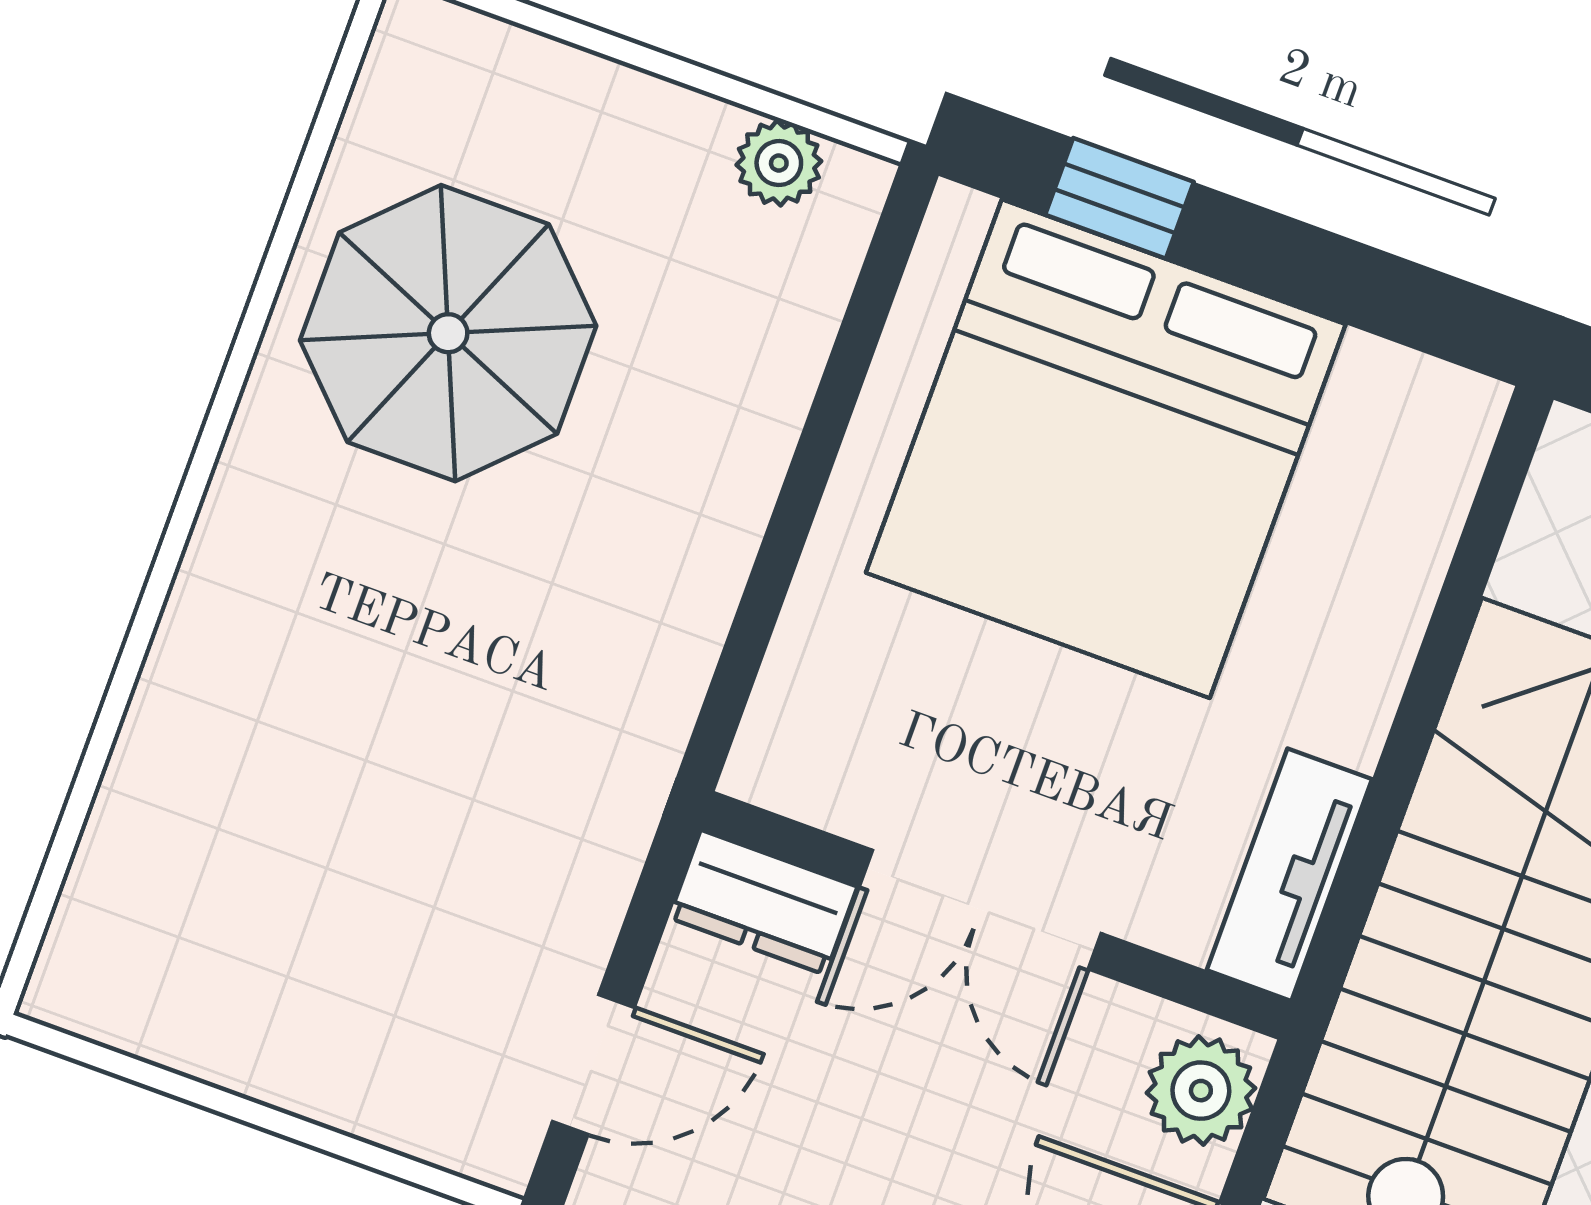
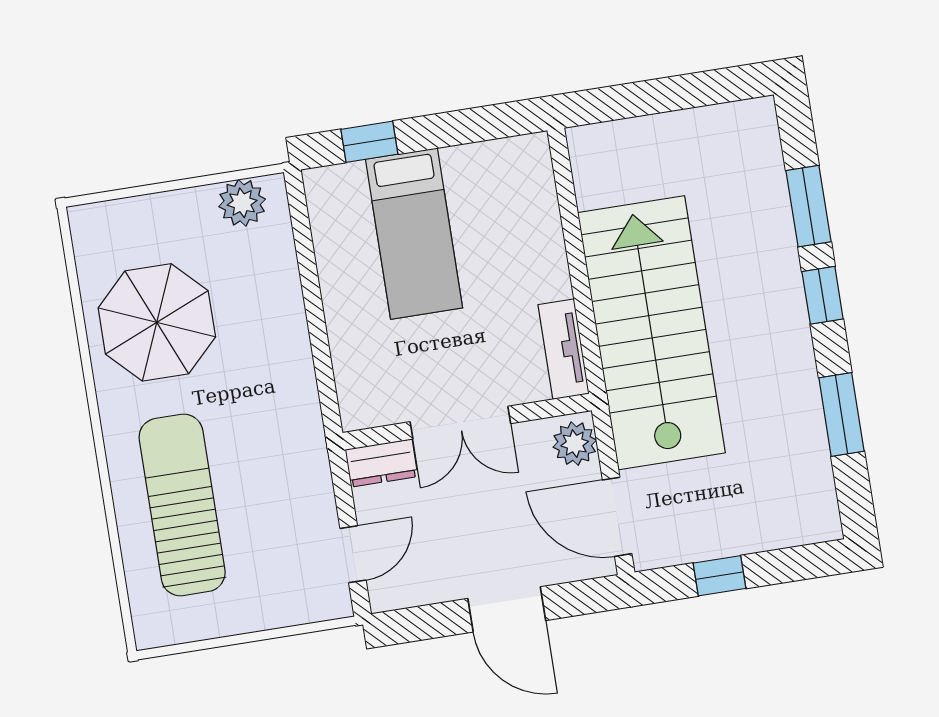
plant: (779, 163) -> (242, 203), width x1.38, depth x1.38
bed: (1106, 449) -> (414, 234), width x0.49
sun lounger: (285, 755) -> (182, 505), added

